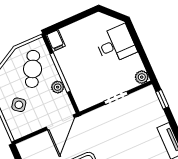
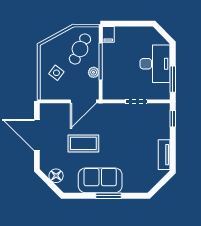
desk: (116, 44) -> (155, 64), width x1.37
window: (144, 58) -> (173, 79), added
plant: (142, 77) -> (164, 94), removed

